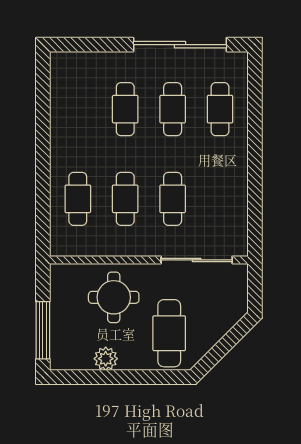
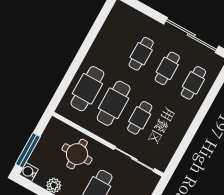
cafe table: (78, 199) -> (87, 89), width x1.37, depth x1.35
cafe table: (125, 199) -> (114, 103), width x1.37, depth x1.35
water cooler: (61, 359) -> (29, 172), added

